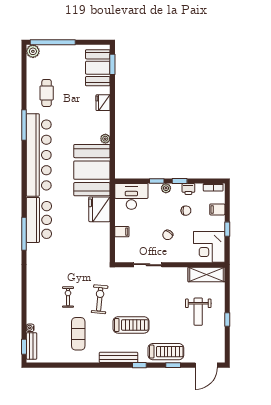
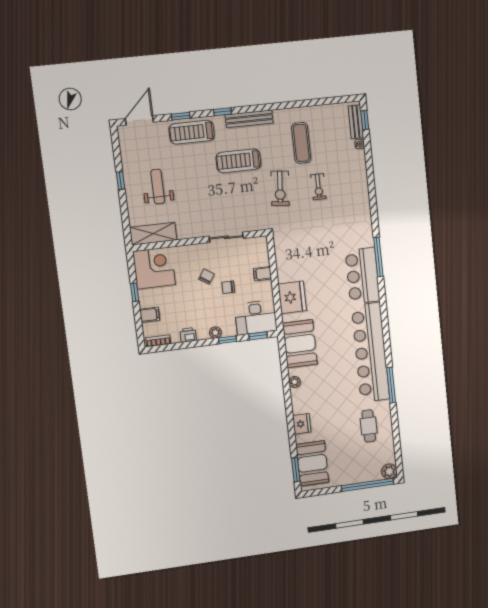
booth: (92, 170) -> (300, 344), width x0.73, depth x0.70
window: (180, 181) -> (258, 336), moved
chair: (186, 211) -> (228, 287), moved

